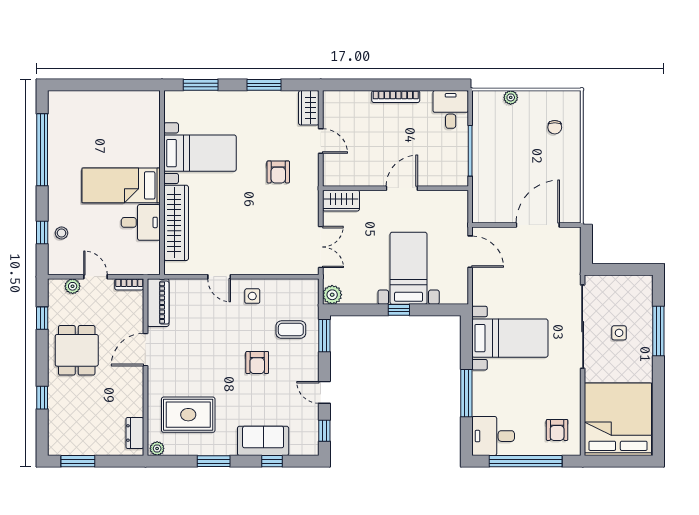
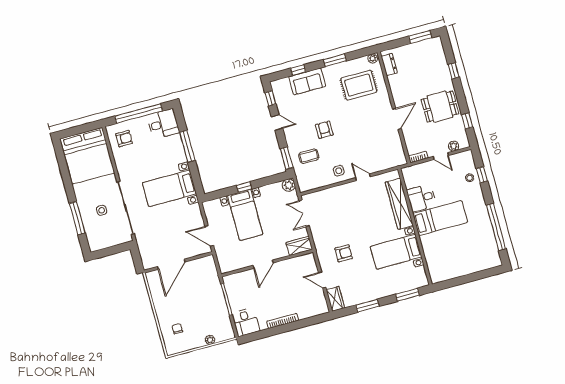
armchair: (278, 172) -> (344, 253), turned 91
piano: (158, 303) -> (397, 151), removed
dining table: (77, 350) -> (440, 107), turned 90
armchair: (557, 430) -> (124, 139), turned 90

